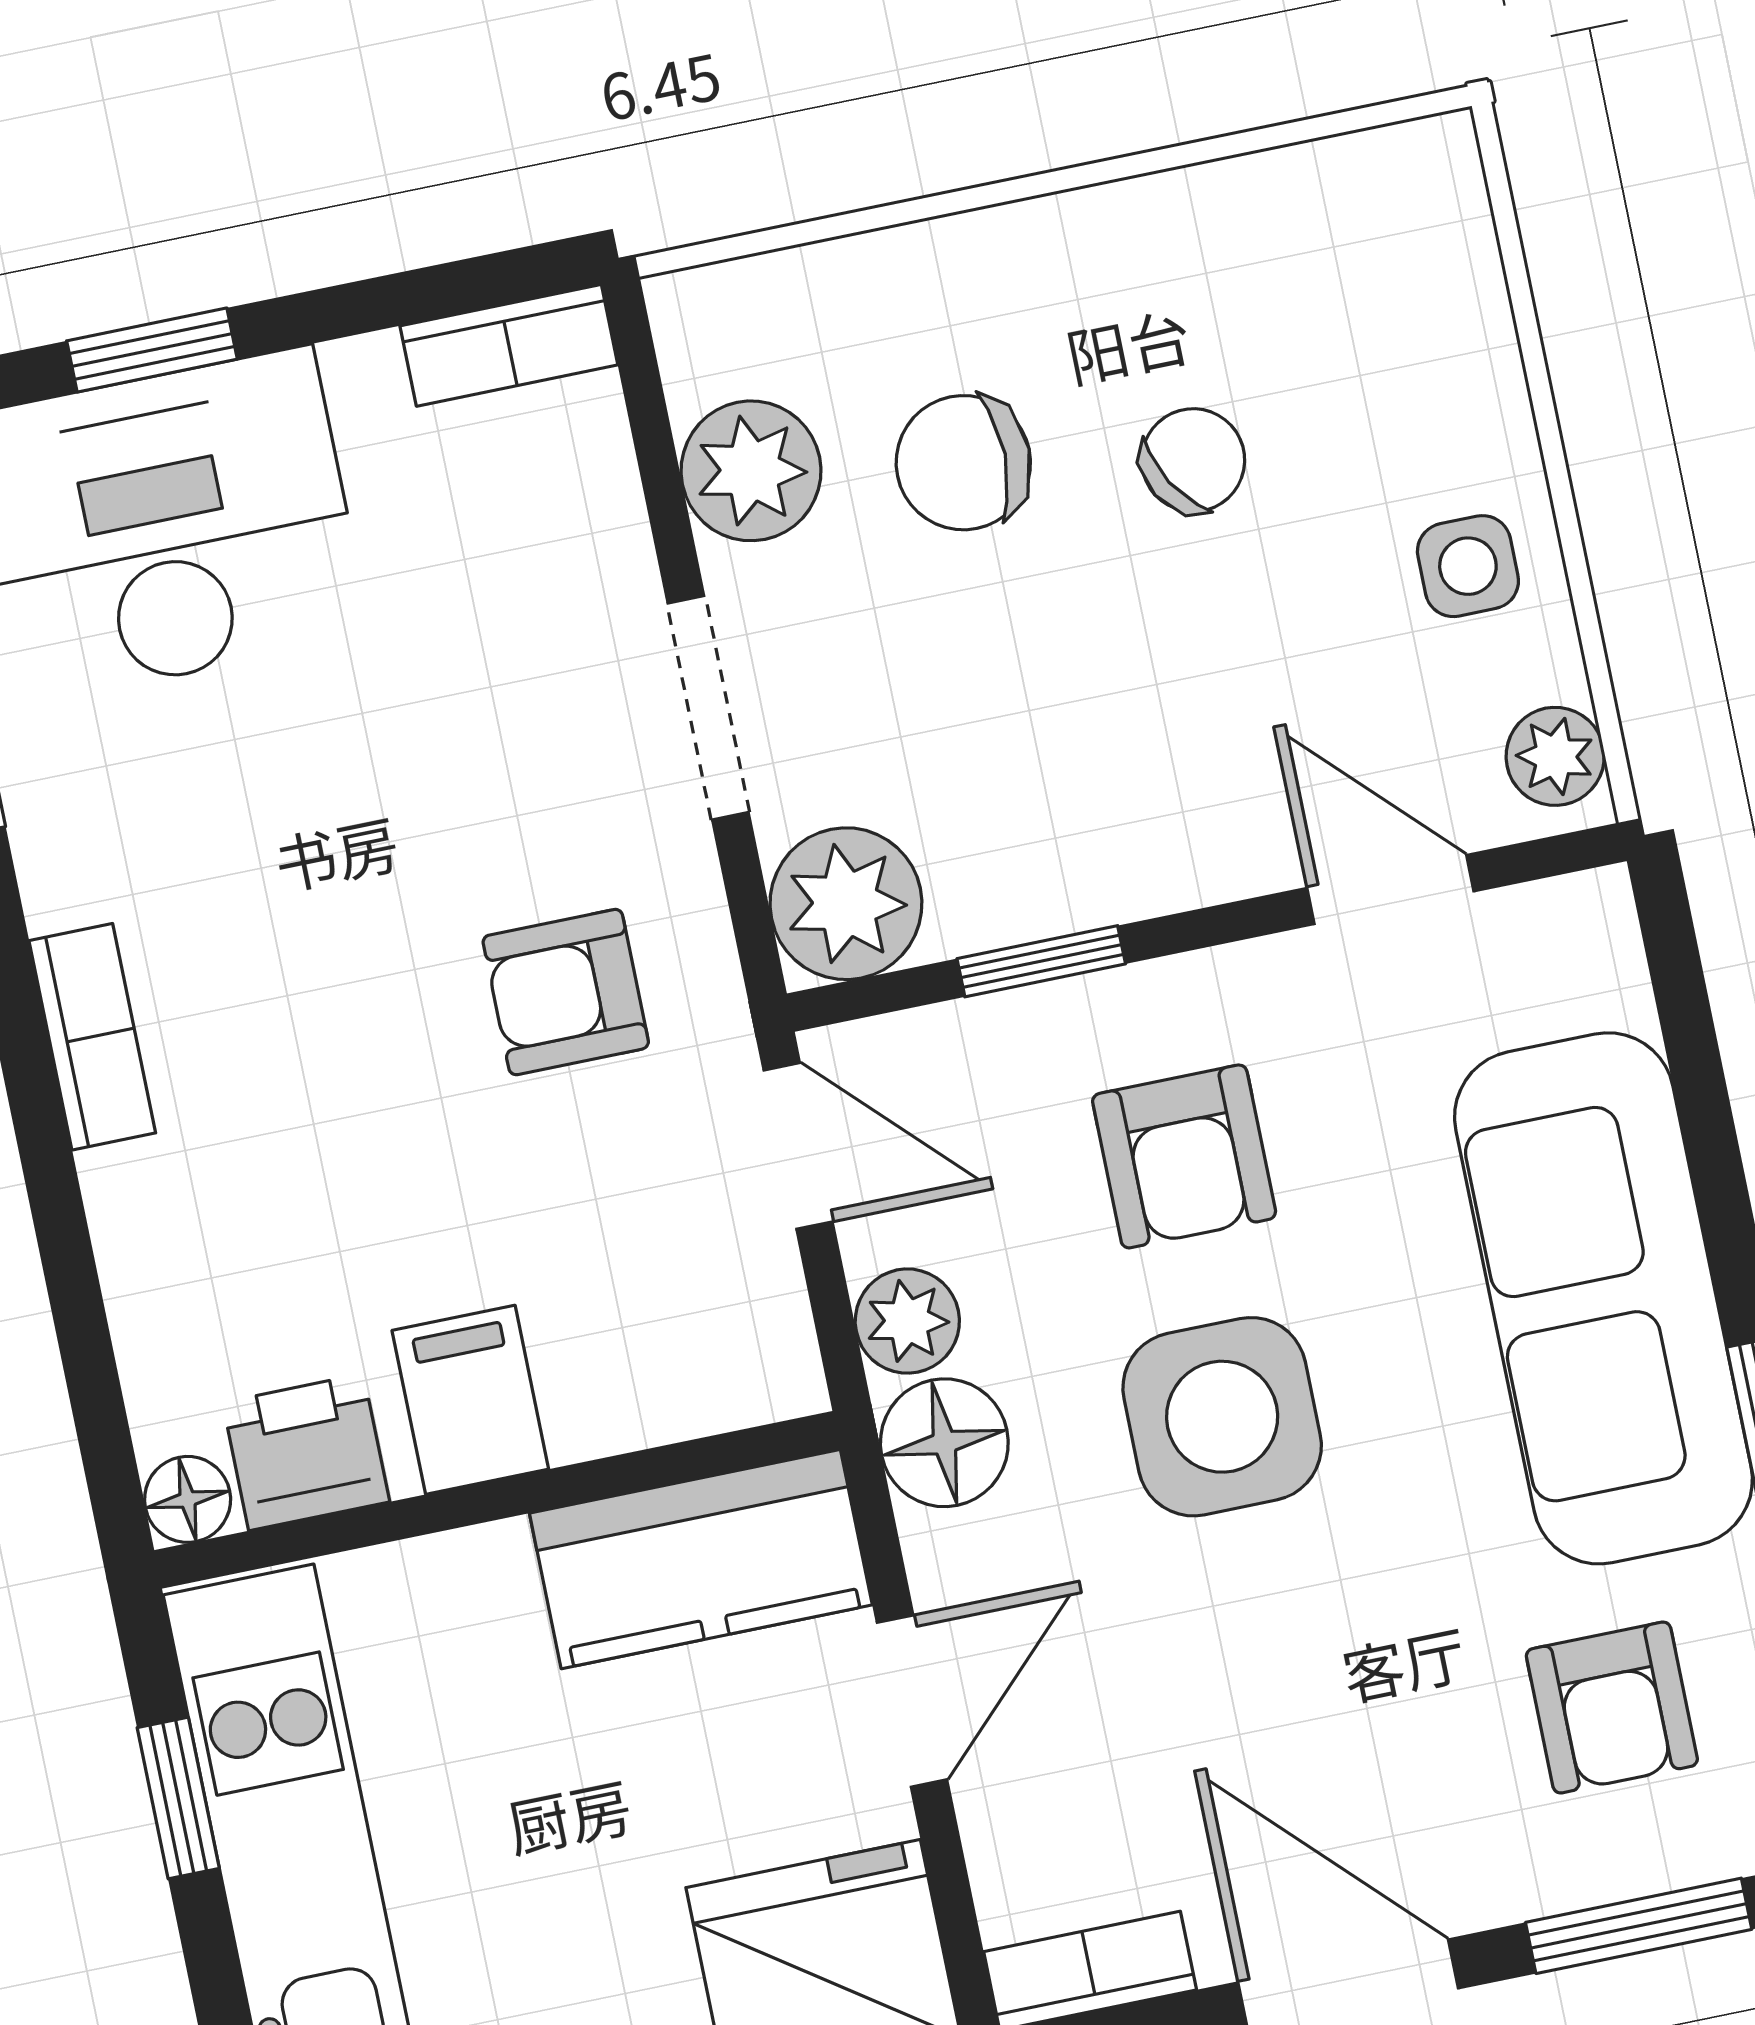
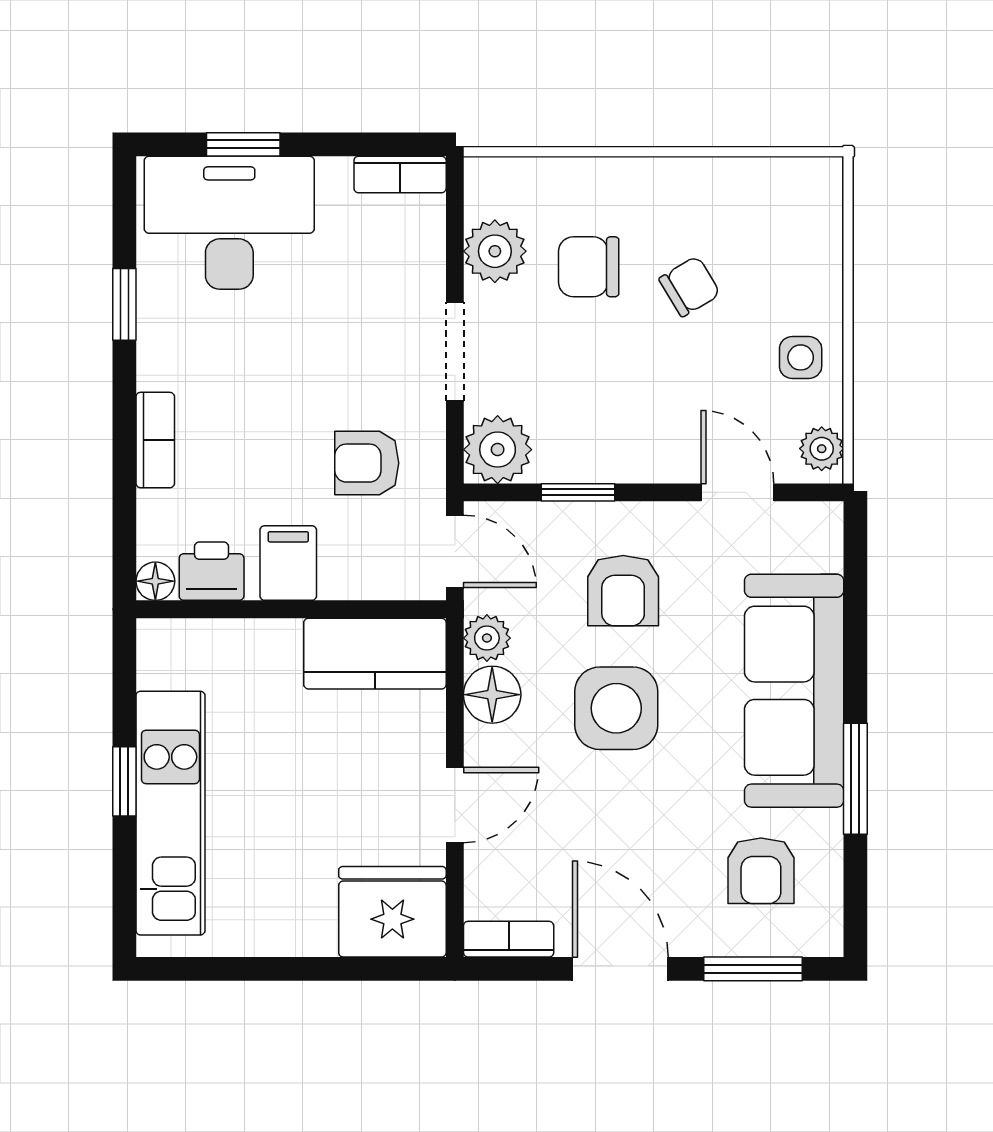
filing cabinet: (470, 1400) -> (288, 563), moved
printer: (306, 1452) -> (212, 571), moved
floor lamp: (188, 1499) -> (155, 581), moved
wall: (497, 1500) -> (291, 609), moved
kitchen counter: (701, 1559) -> (375, 654), moved

